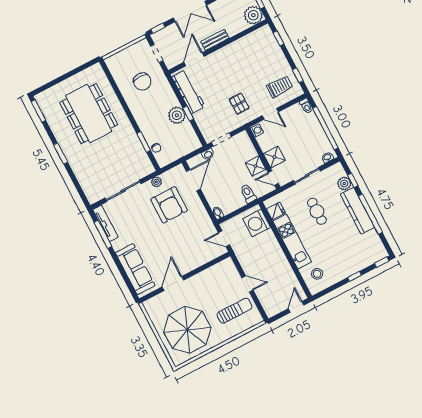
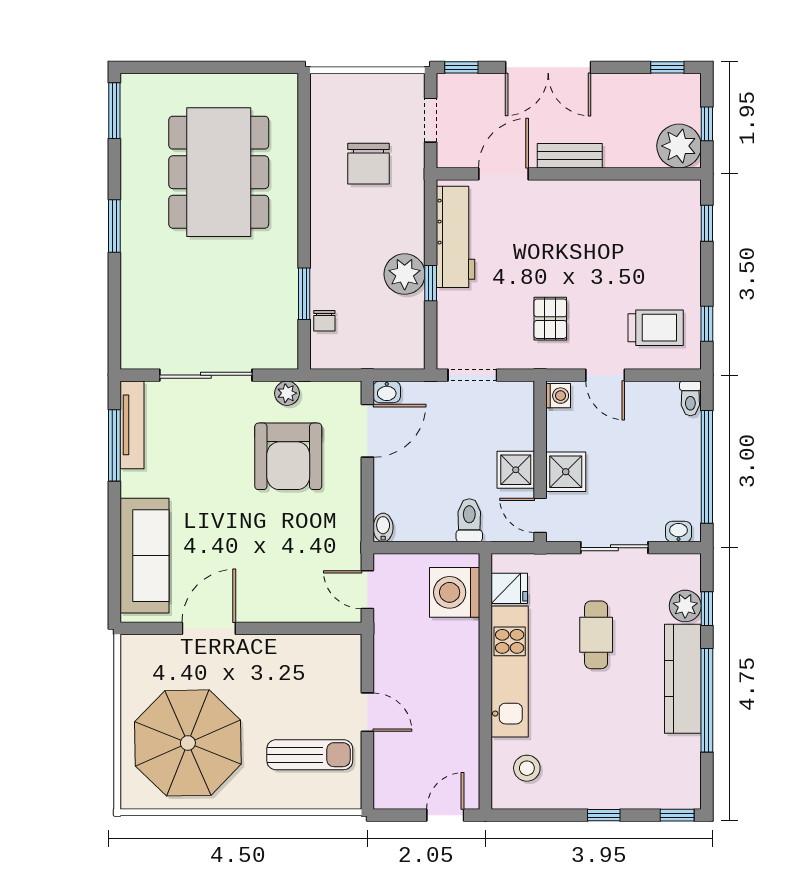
washbasin: (208, 154) -> (387, 392), moved

